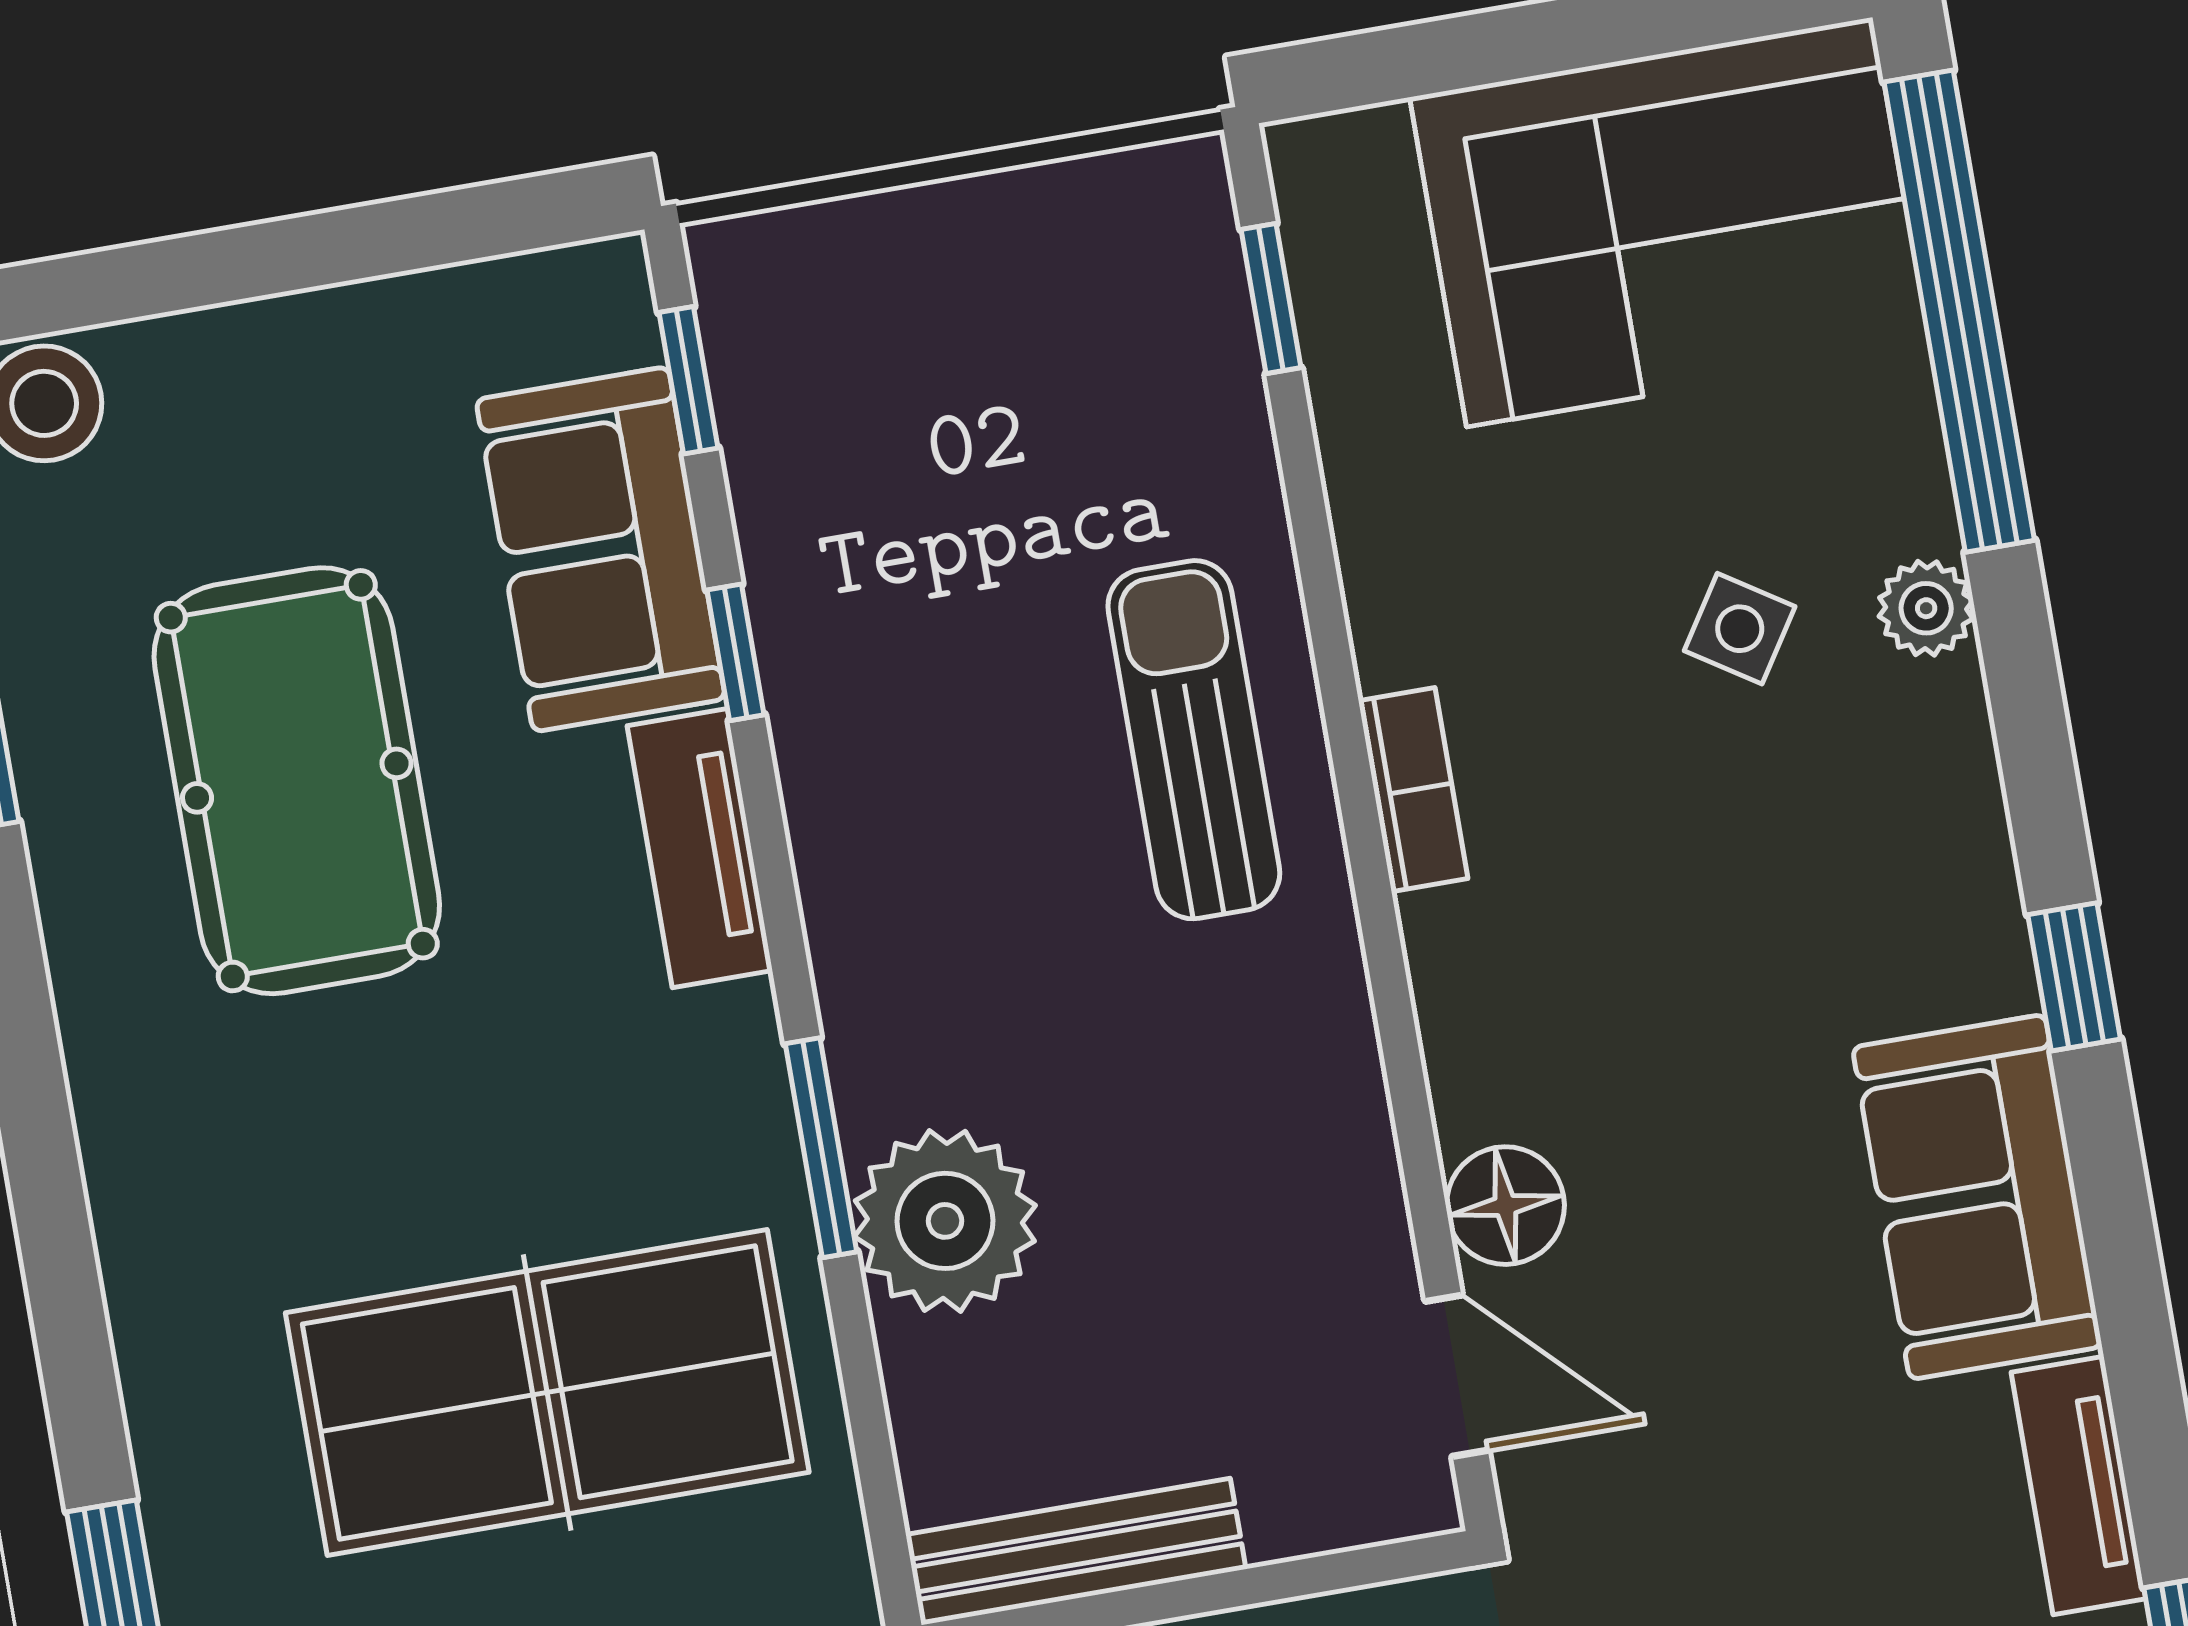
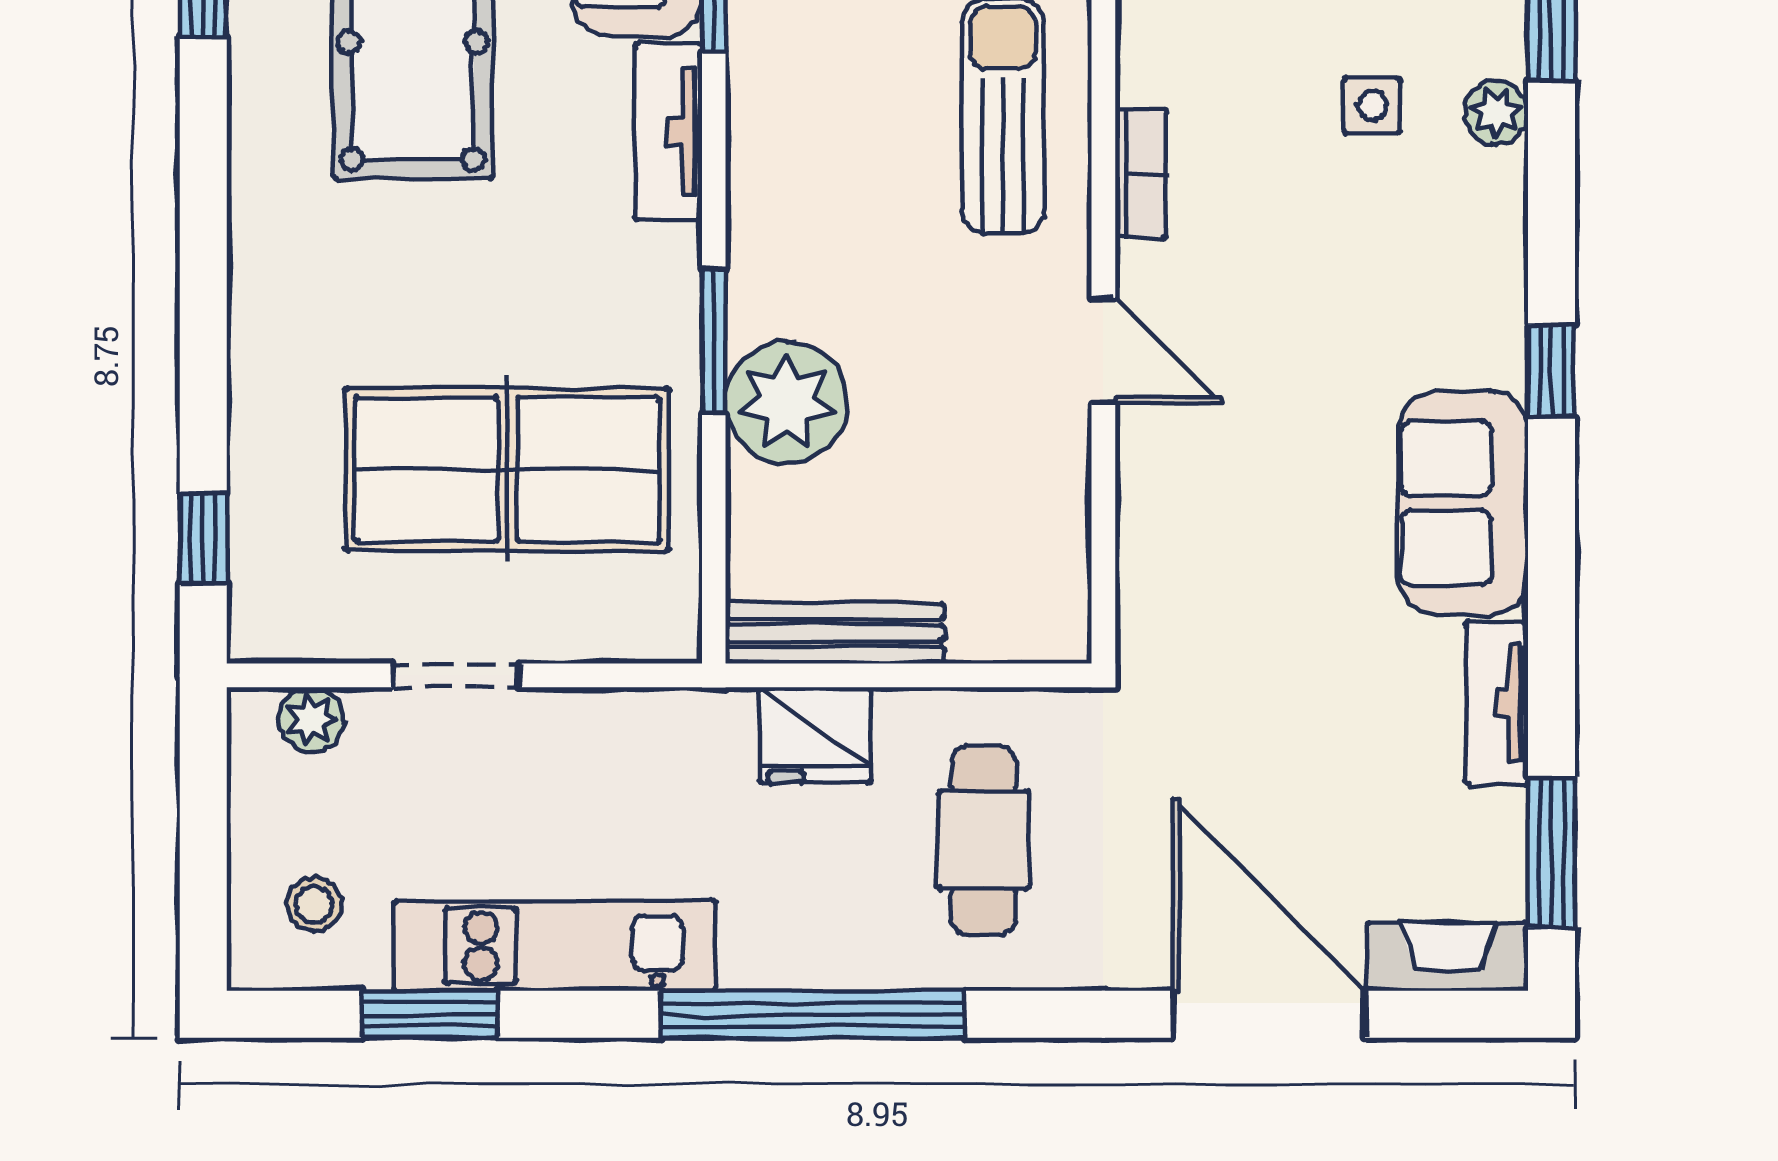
side table: (1740, 629) -> (1372, 105), turned -33
floor lamp: (1505, 1206) -> (1154, 456), removed
door: (1457, 1376) -> (1103, 351), moved

